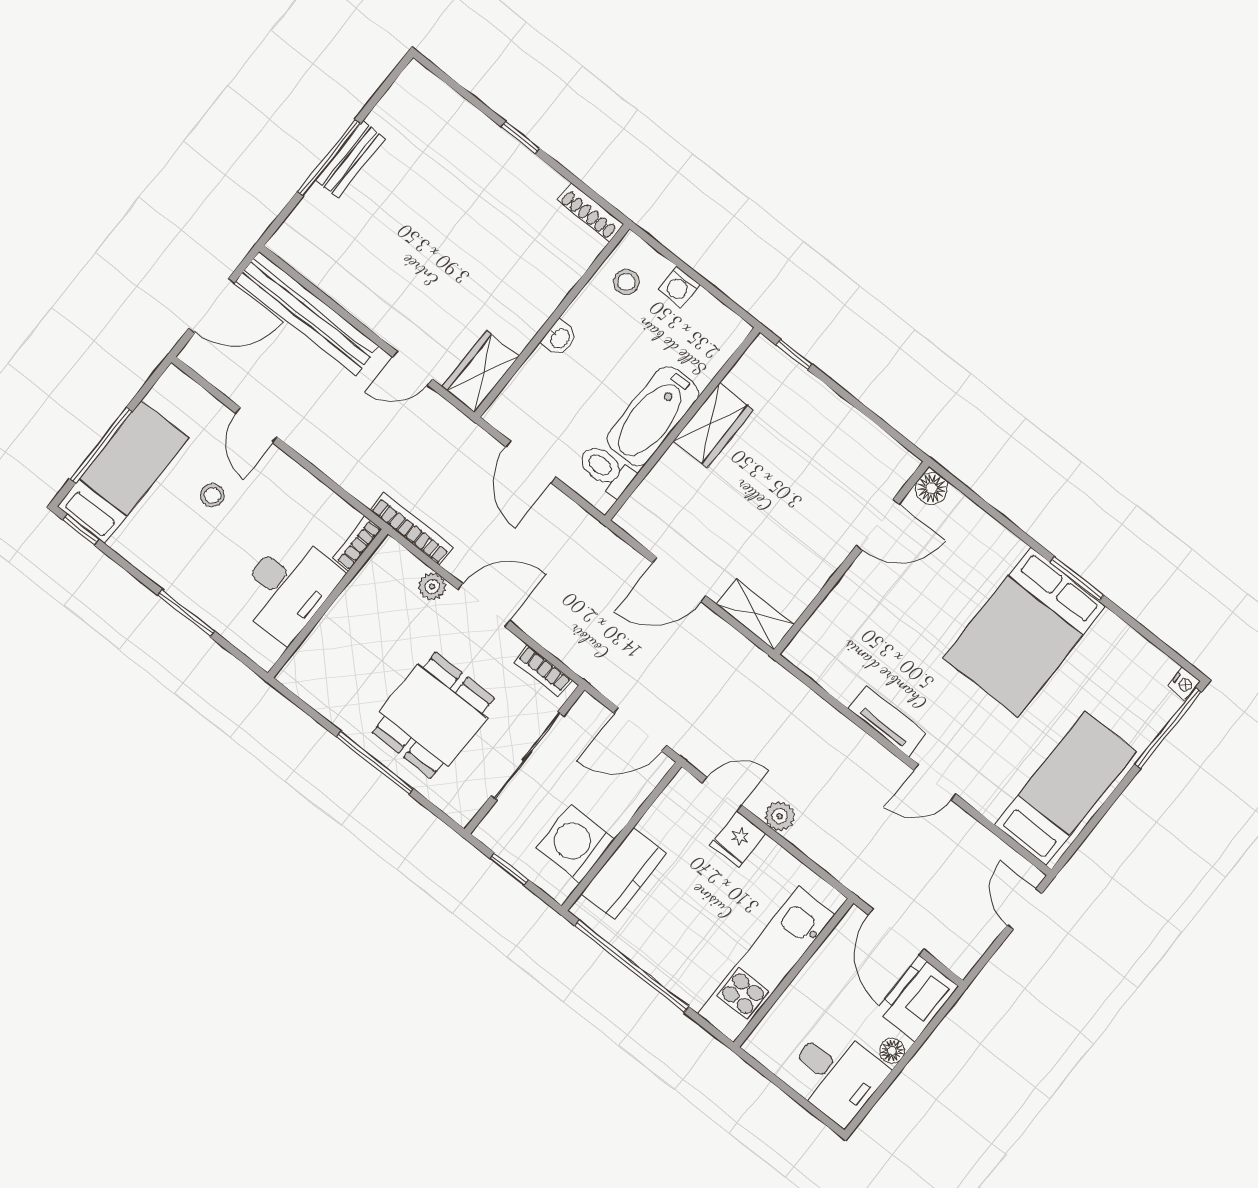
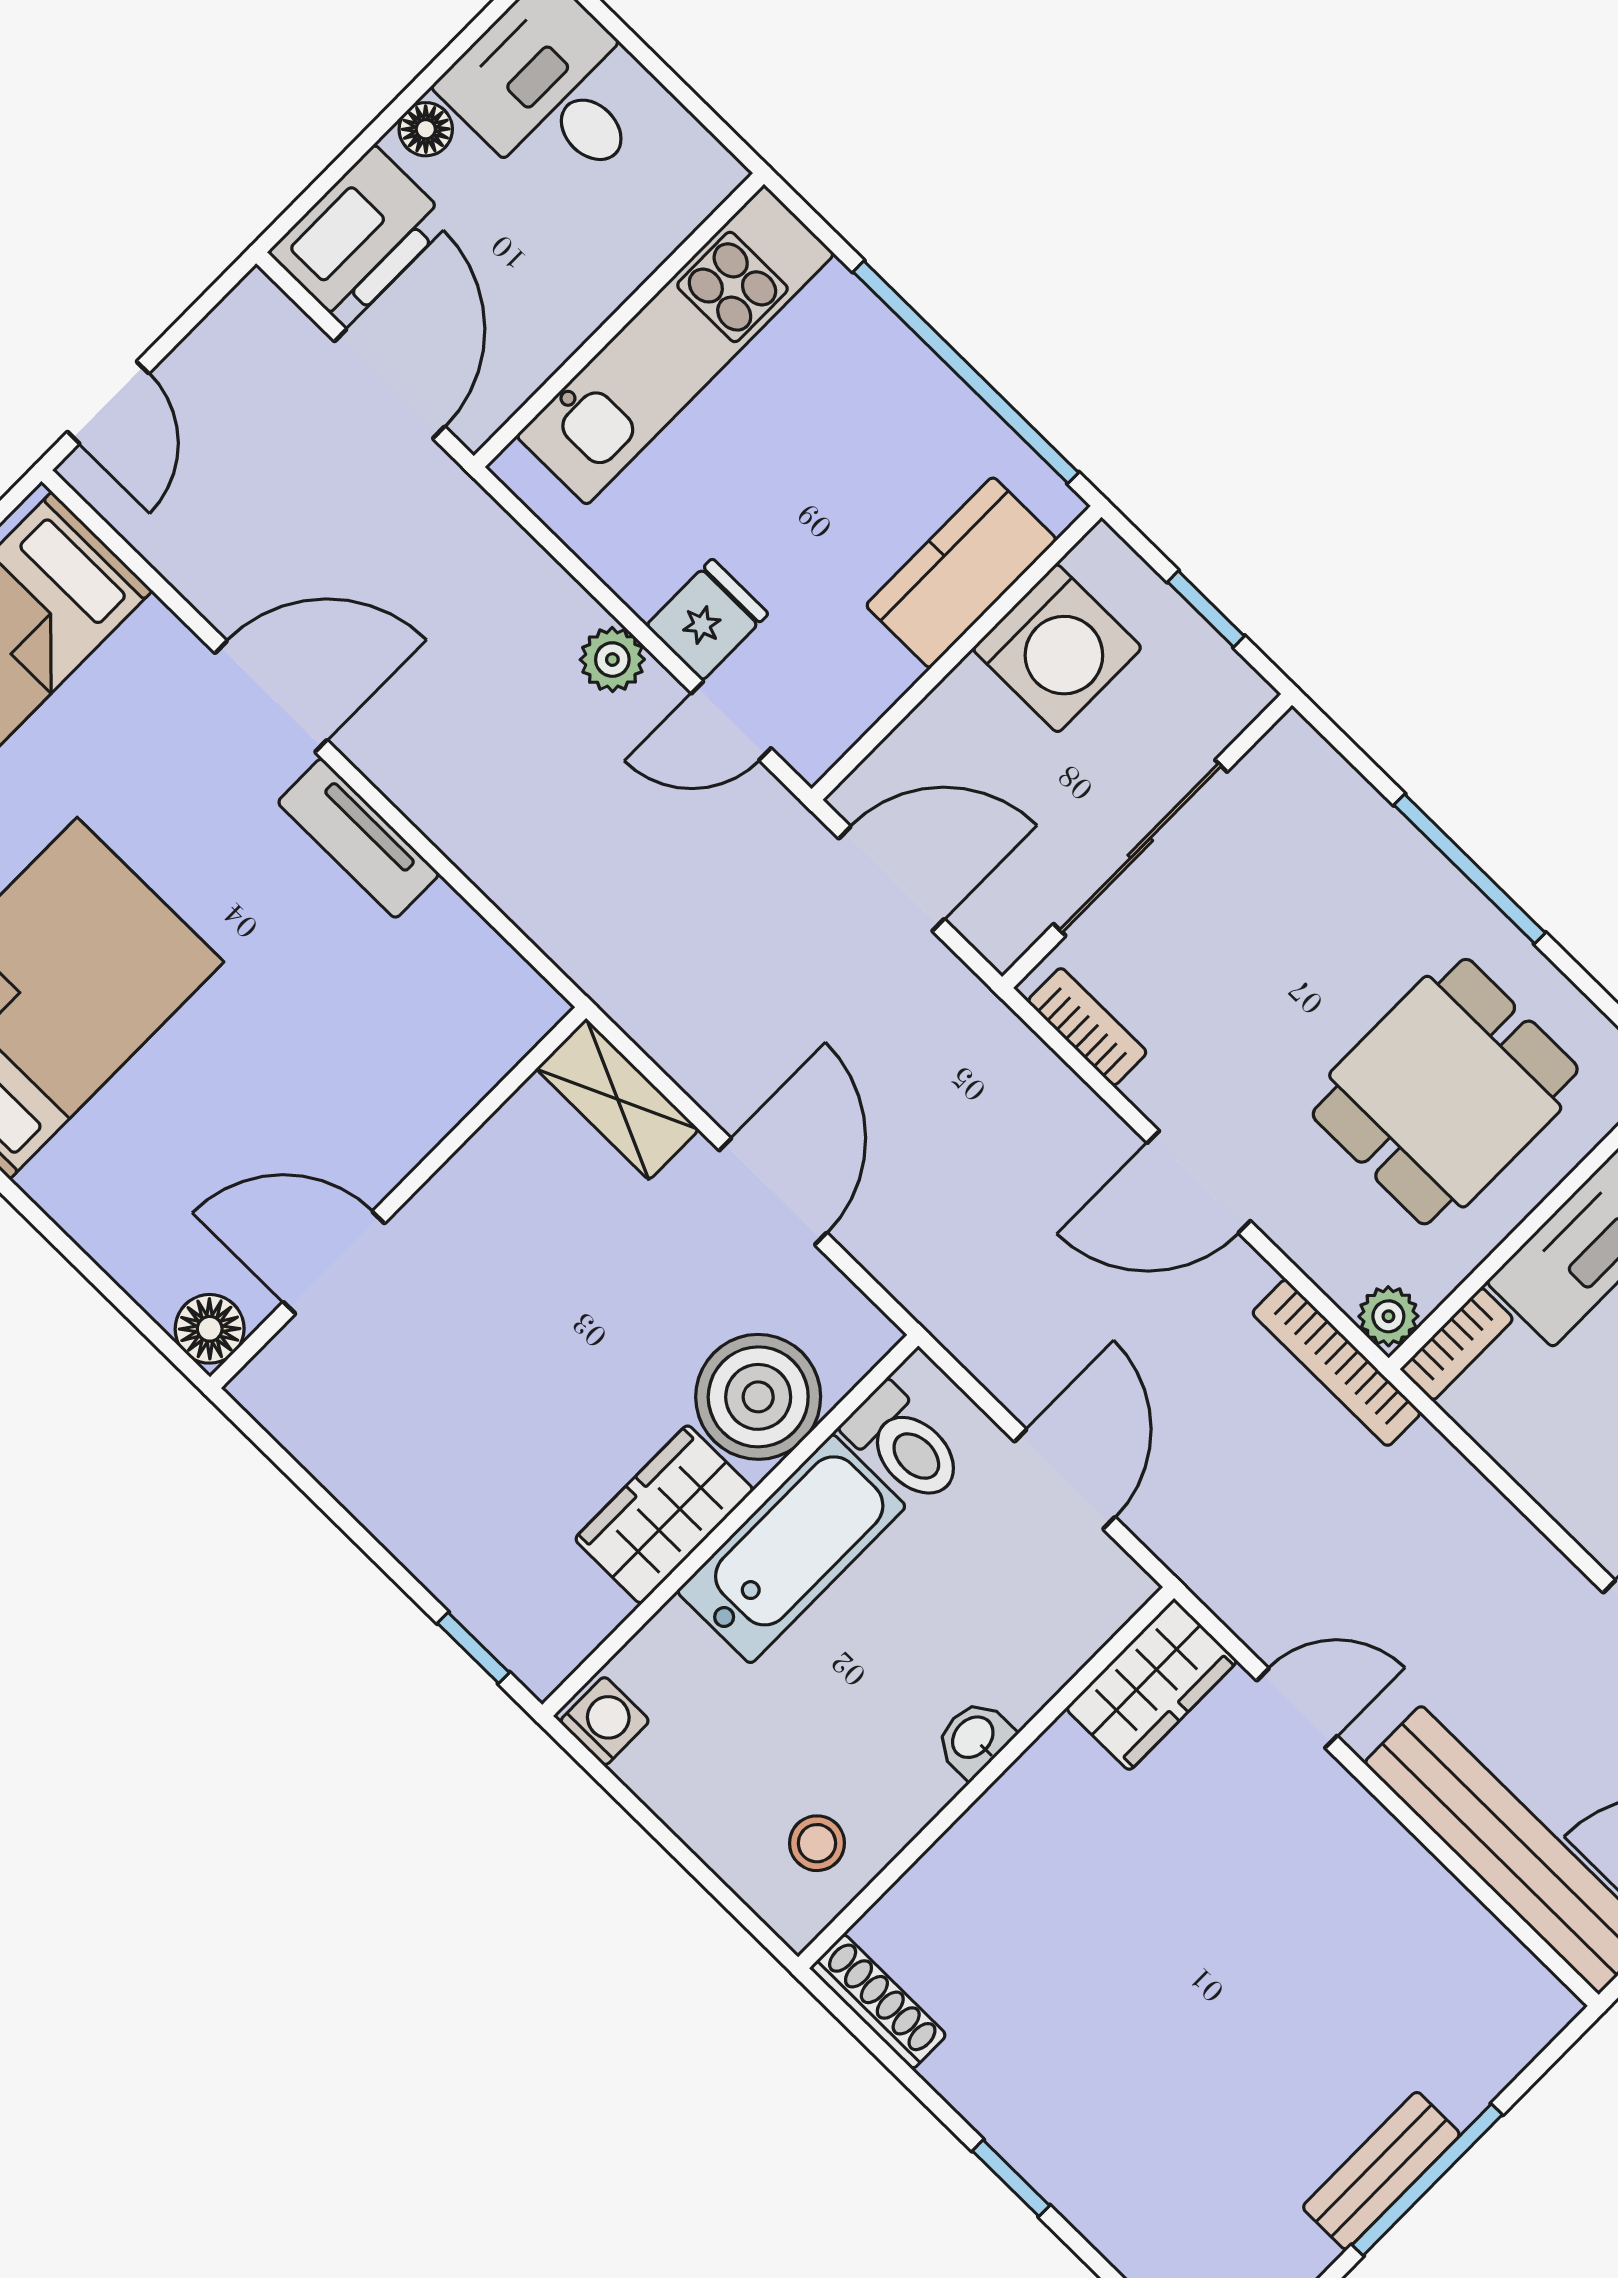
washing machine: (679, 287) -> (605, 1721), moved
boiler: (676, 484) -> (758, 1397), added
door: (679, 579) -> (773, 1192), hinge flipped
plant: (432, 586) -> (1388, 1316), moved
dining table: (433, 715) -> (1445, 1092), moved
door: (935, 782) -> (271, 696), width x1.38

